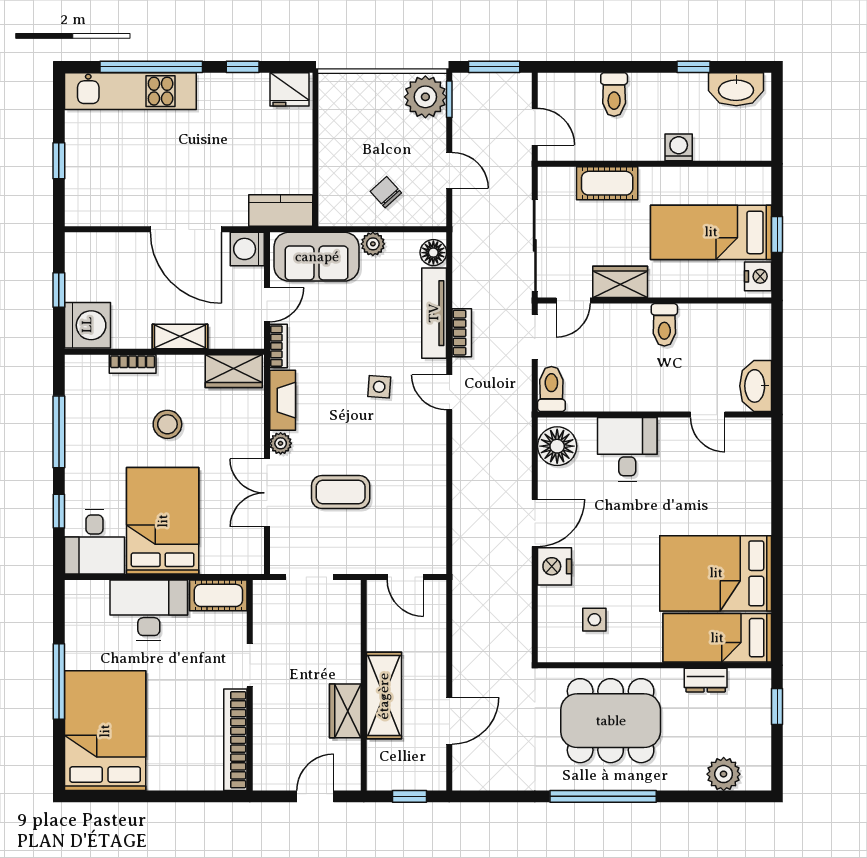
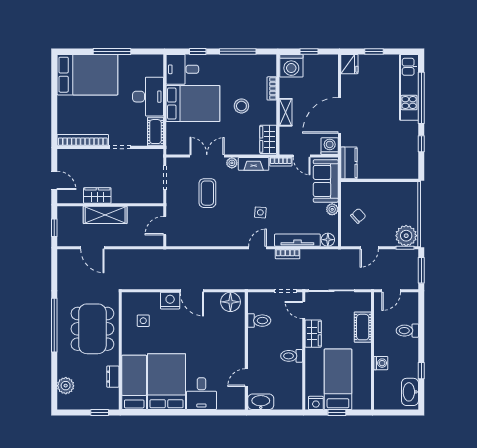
fridge: (290, 89) -> (349, 64), moved, turned 180
toilet: (551, 389) -> (259, 321), moved
desk: (627, 449) -> (201, 394), moved, turned 90

